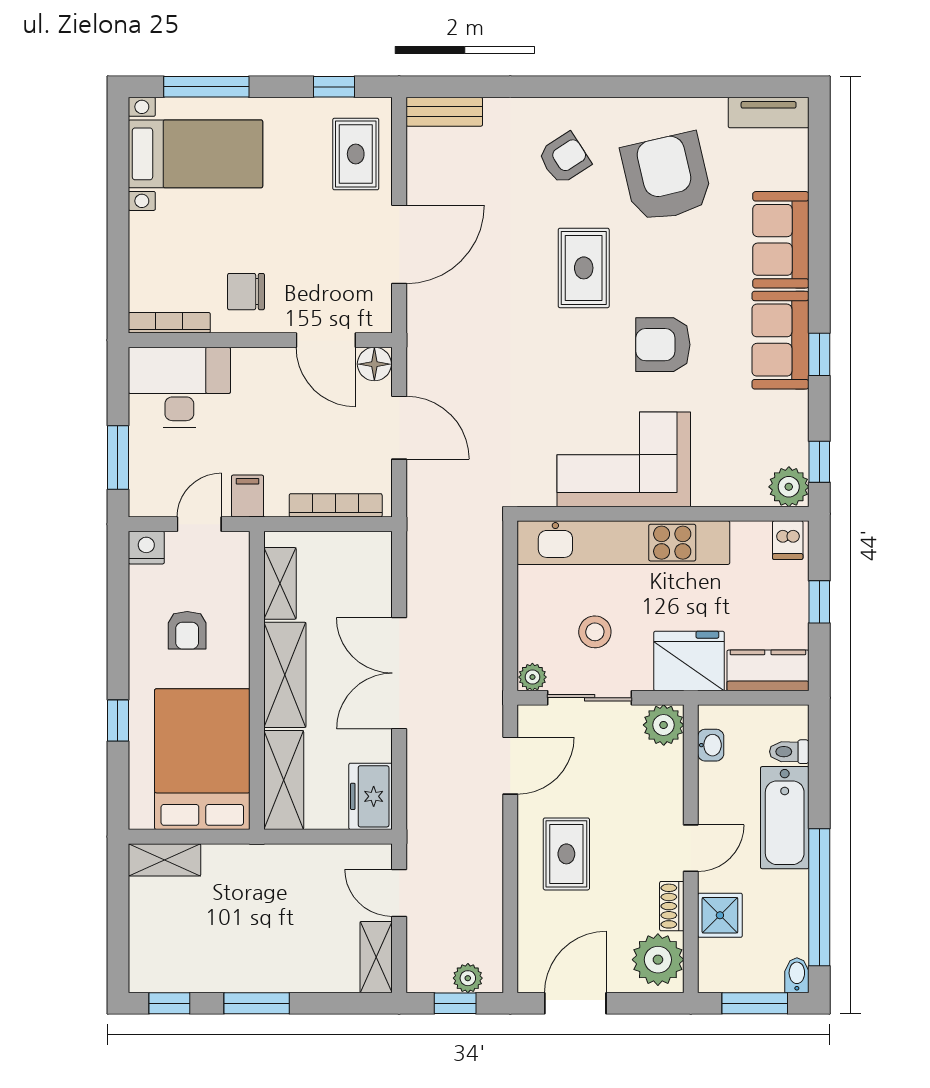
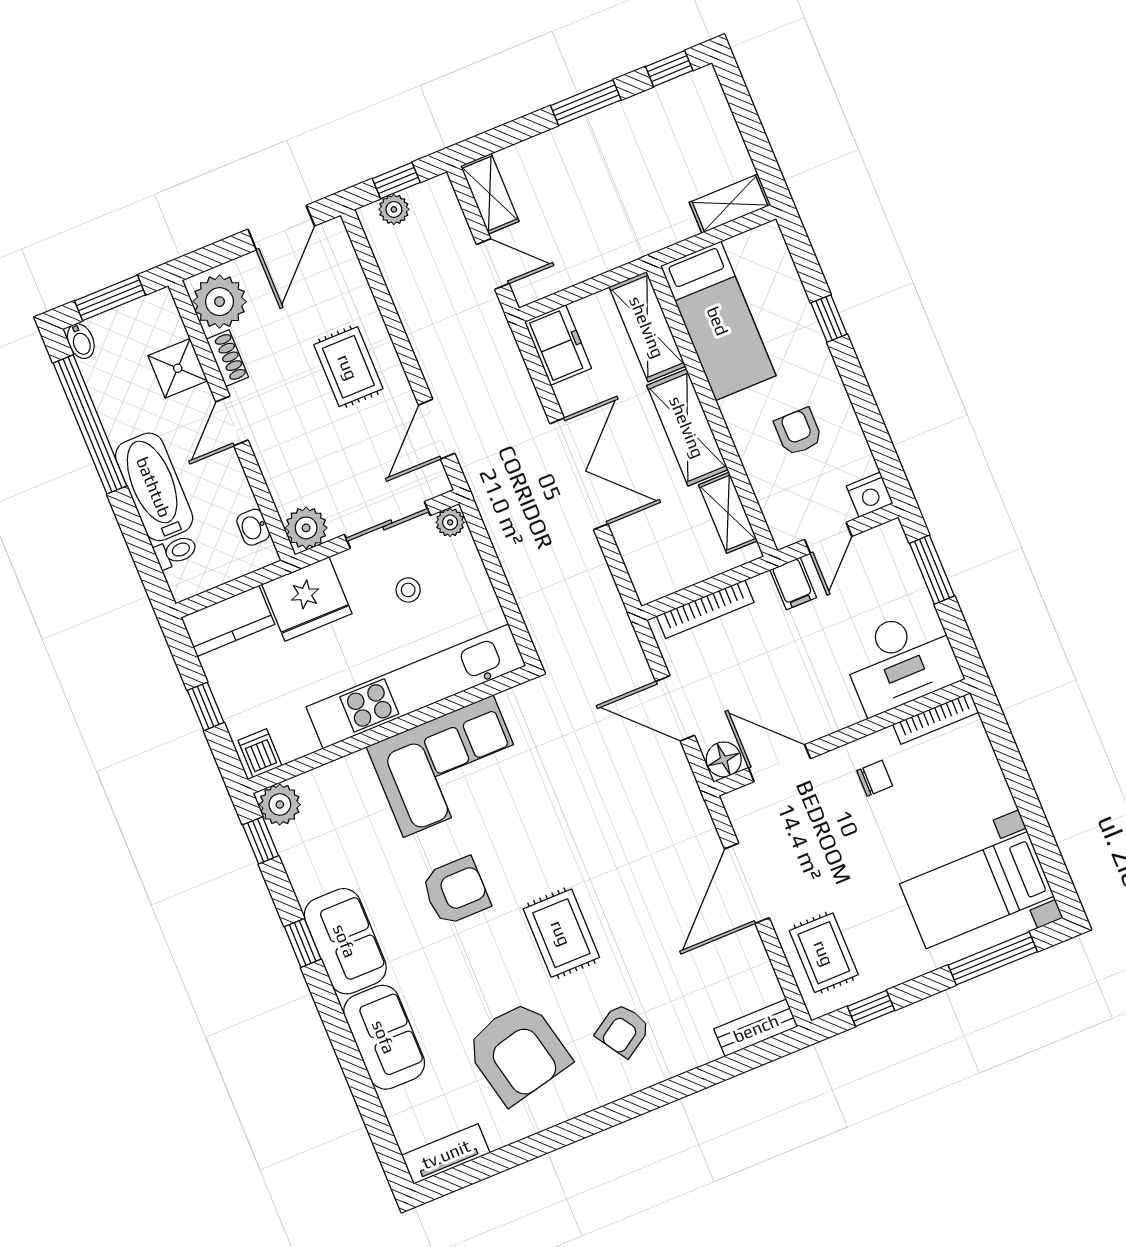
chair: (246, 292) -> (875, 778), width x0.73, depth x0.73
stool: (595, 632) -> (408, 590), width x0.73, depth x0.73
bed: (202, 759) -> (718, 321), width x0.67

